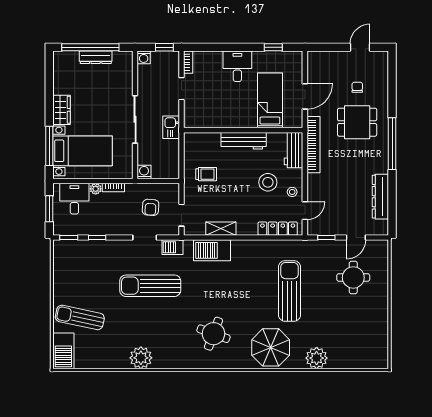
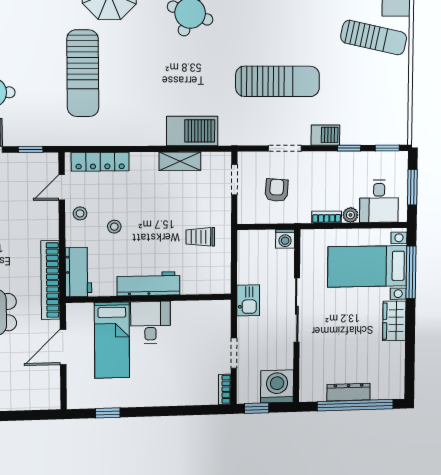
washing machine: (144, 57) -> (277, 386), width x1.89, depth x1.89
desk: (237, 66) -> (150, 322), moved, turned 180
stool: (268, 182) -> (114, 227), width x0.53, depth x0.53
barbecue: (173, 247) -> (325, 135), moved

